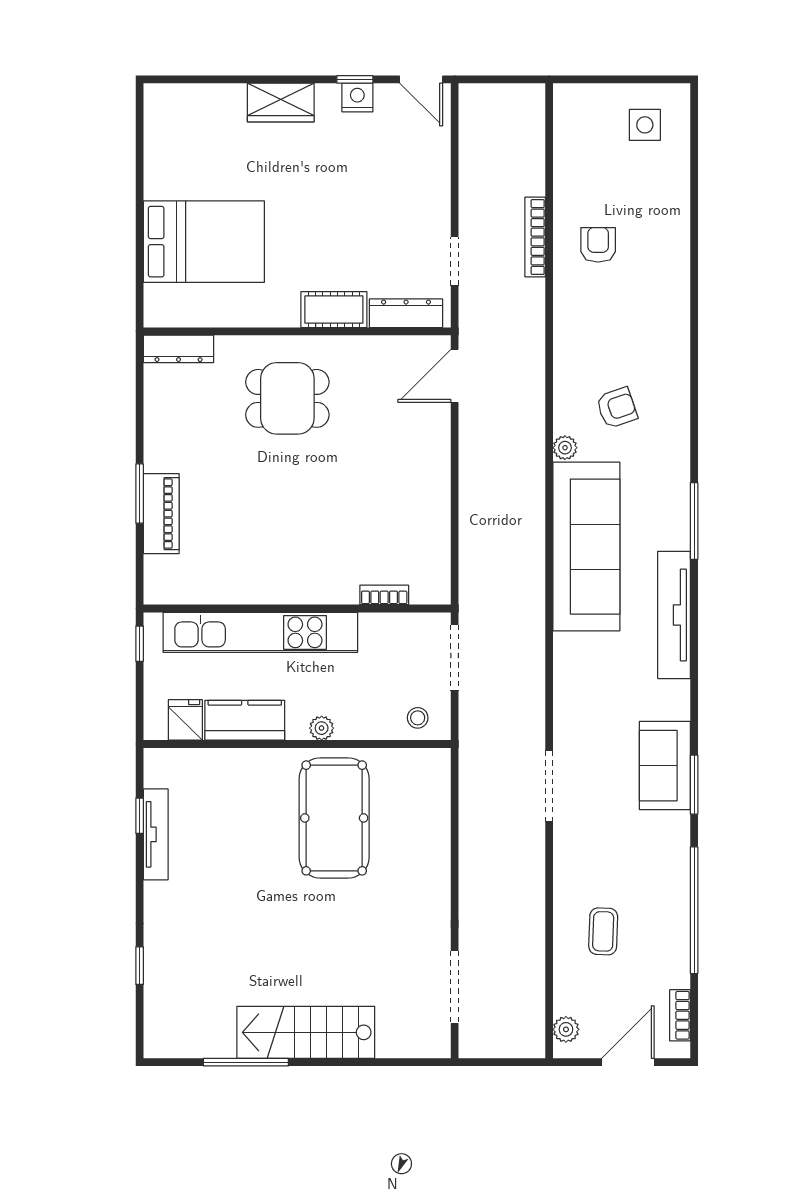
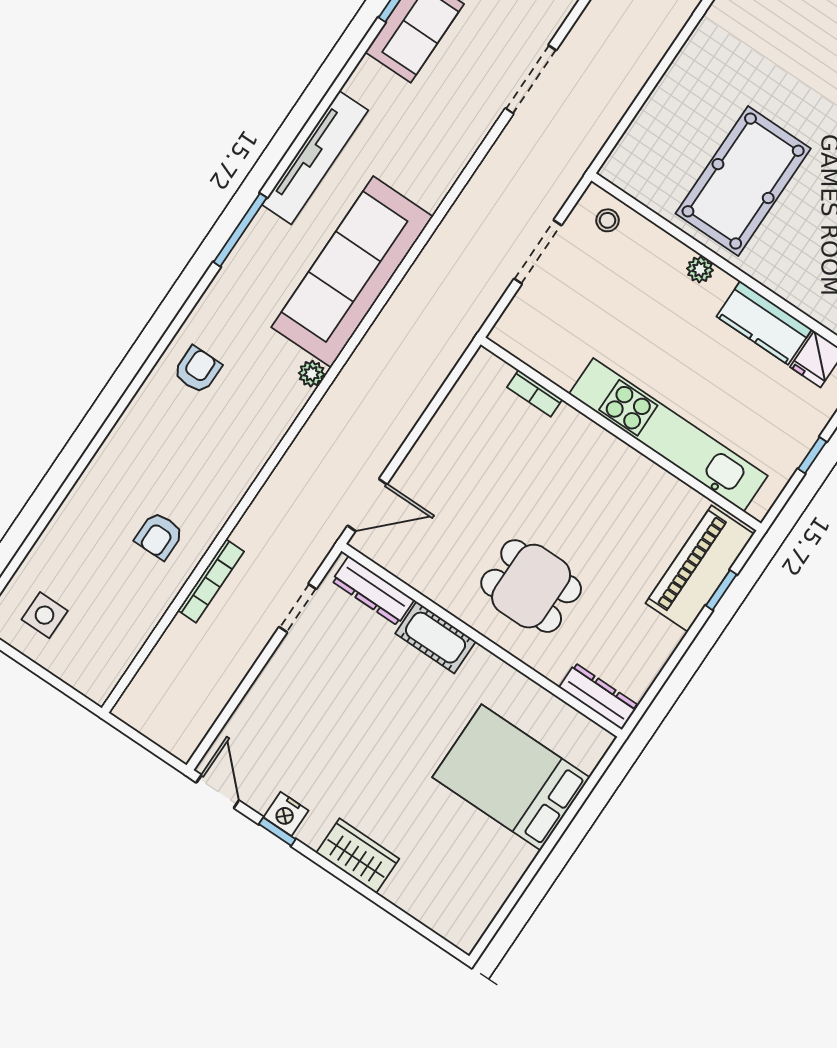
armchair: (617, 408) -> (197, 370), moved, turned 109
window: (140, 494) -> (721, 590), width x0.67
piano: (161, 514) -> (700, 569), width x1.37, depth x1.33
bookcase: (384, 595) -> (535, 393), moved
wall: (297, 609) -> (621, 434), moved
kitchen unit: (260, 632) -> (668, 435), moved

